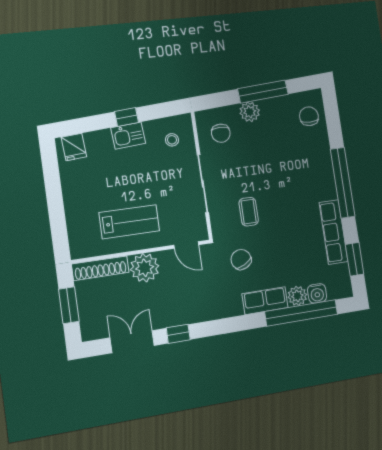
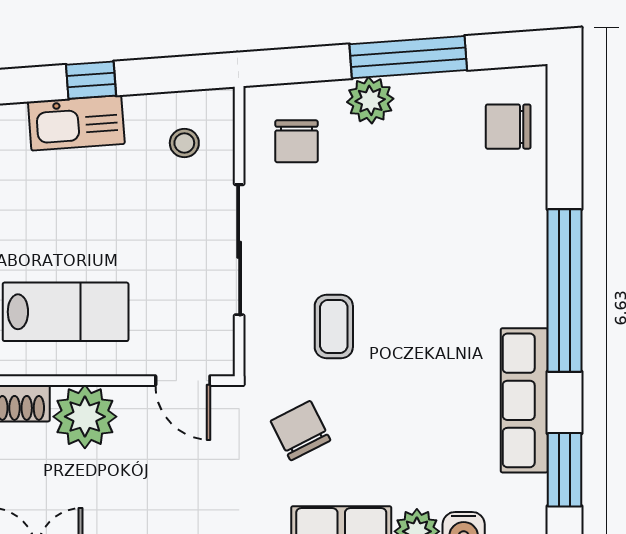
chair: (309, 116) -> (508, 127), turned -90
kitchen sink: (128, 136) -> (76, 123), width x1.38

